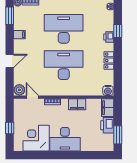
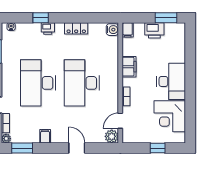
filing cabinet: (108, 108) -> (128, 30), width x0.50

